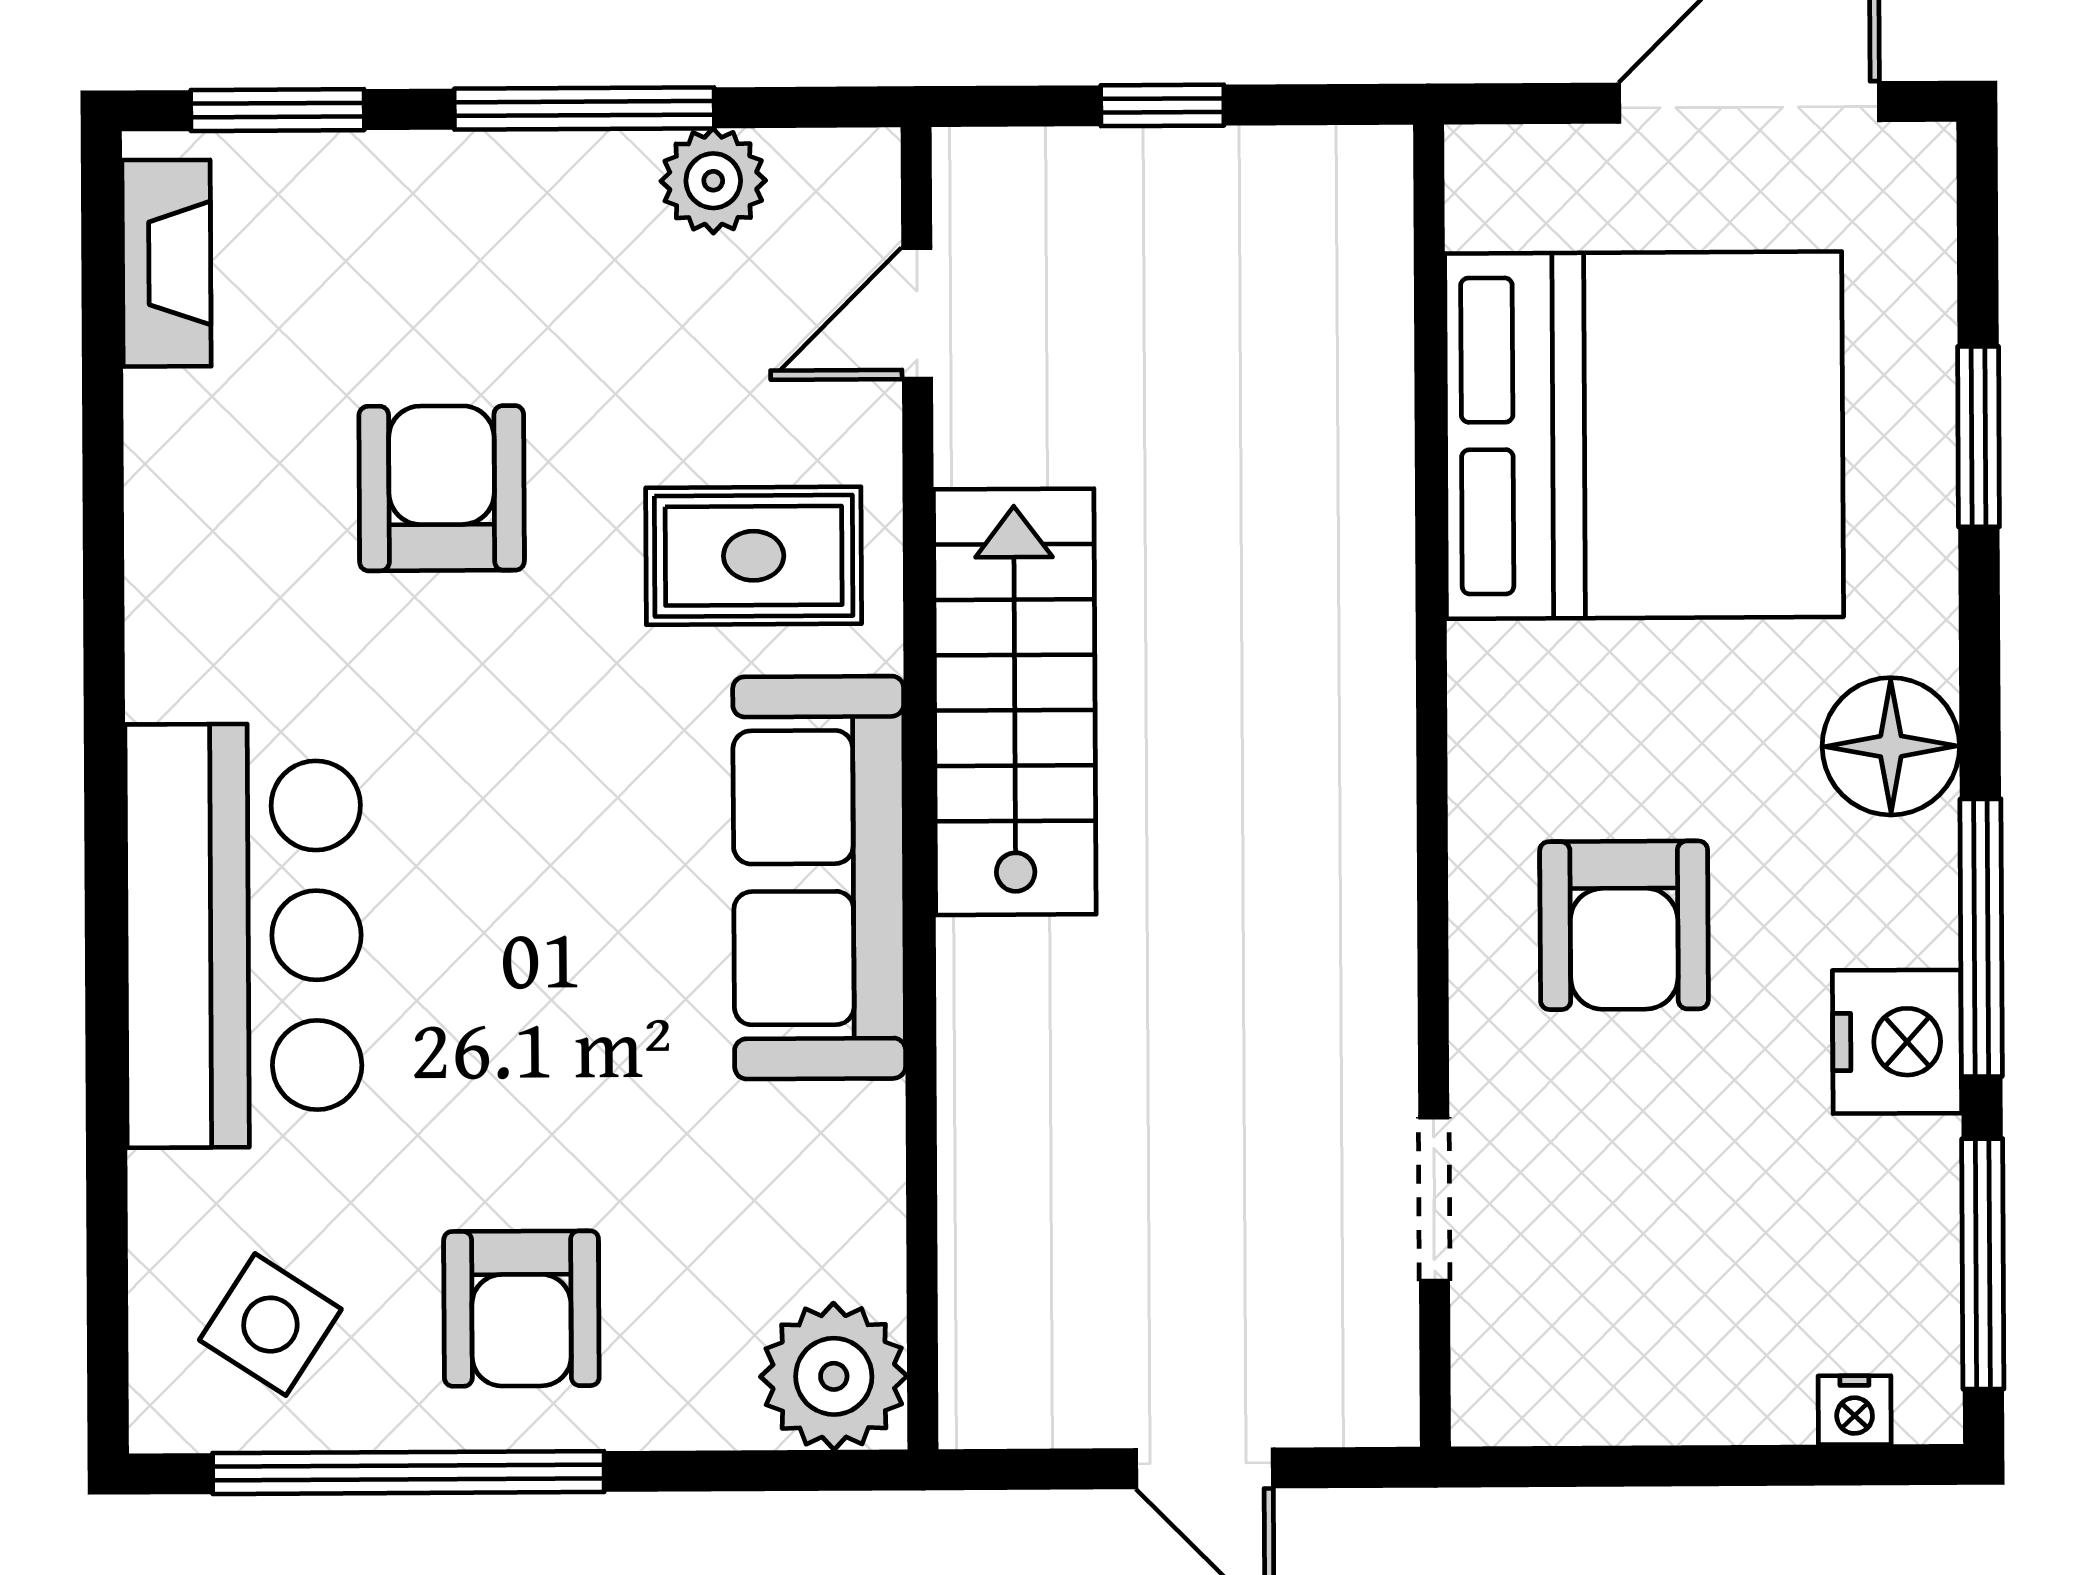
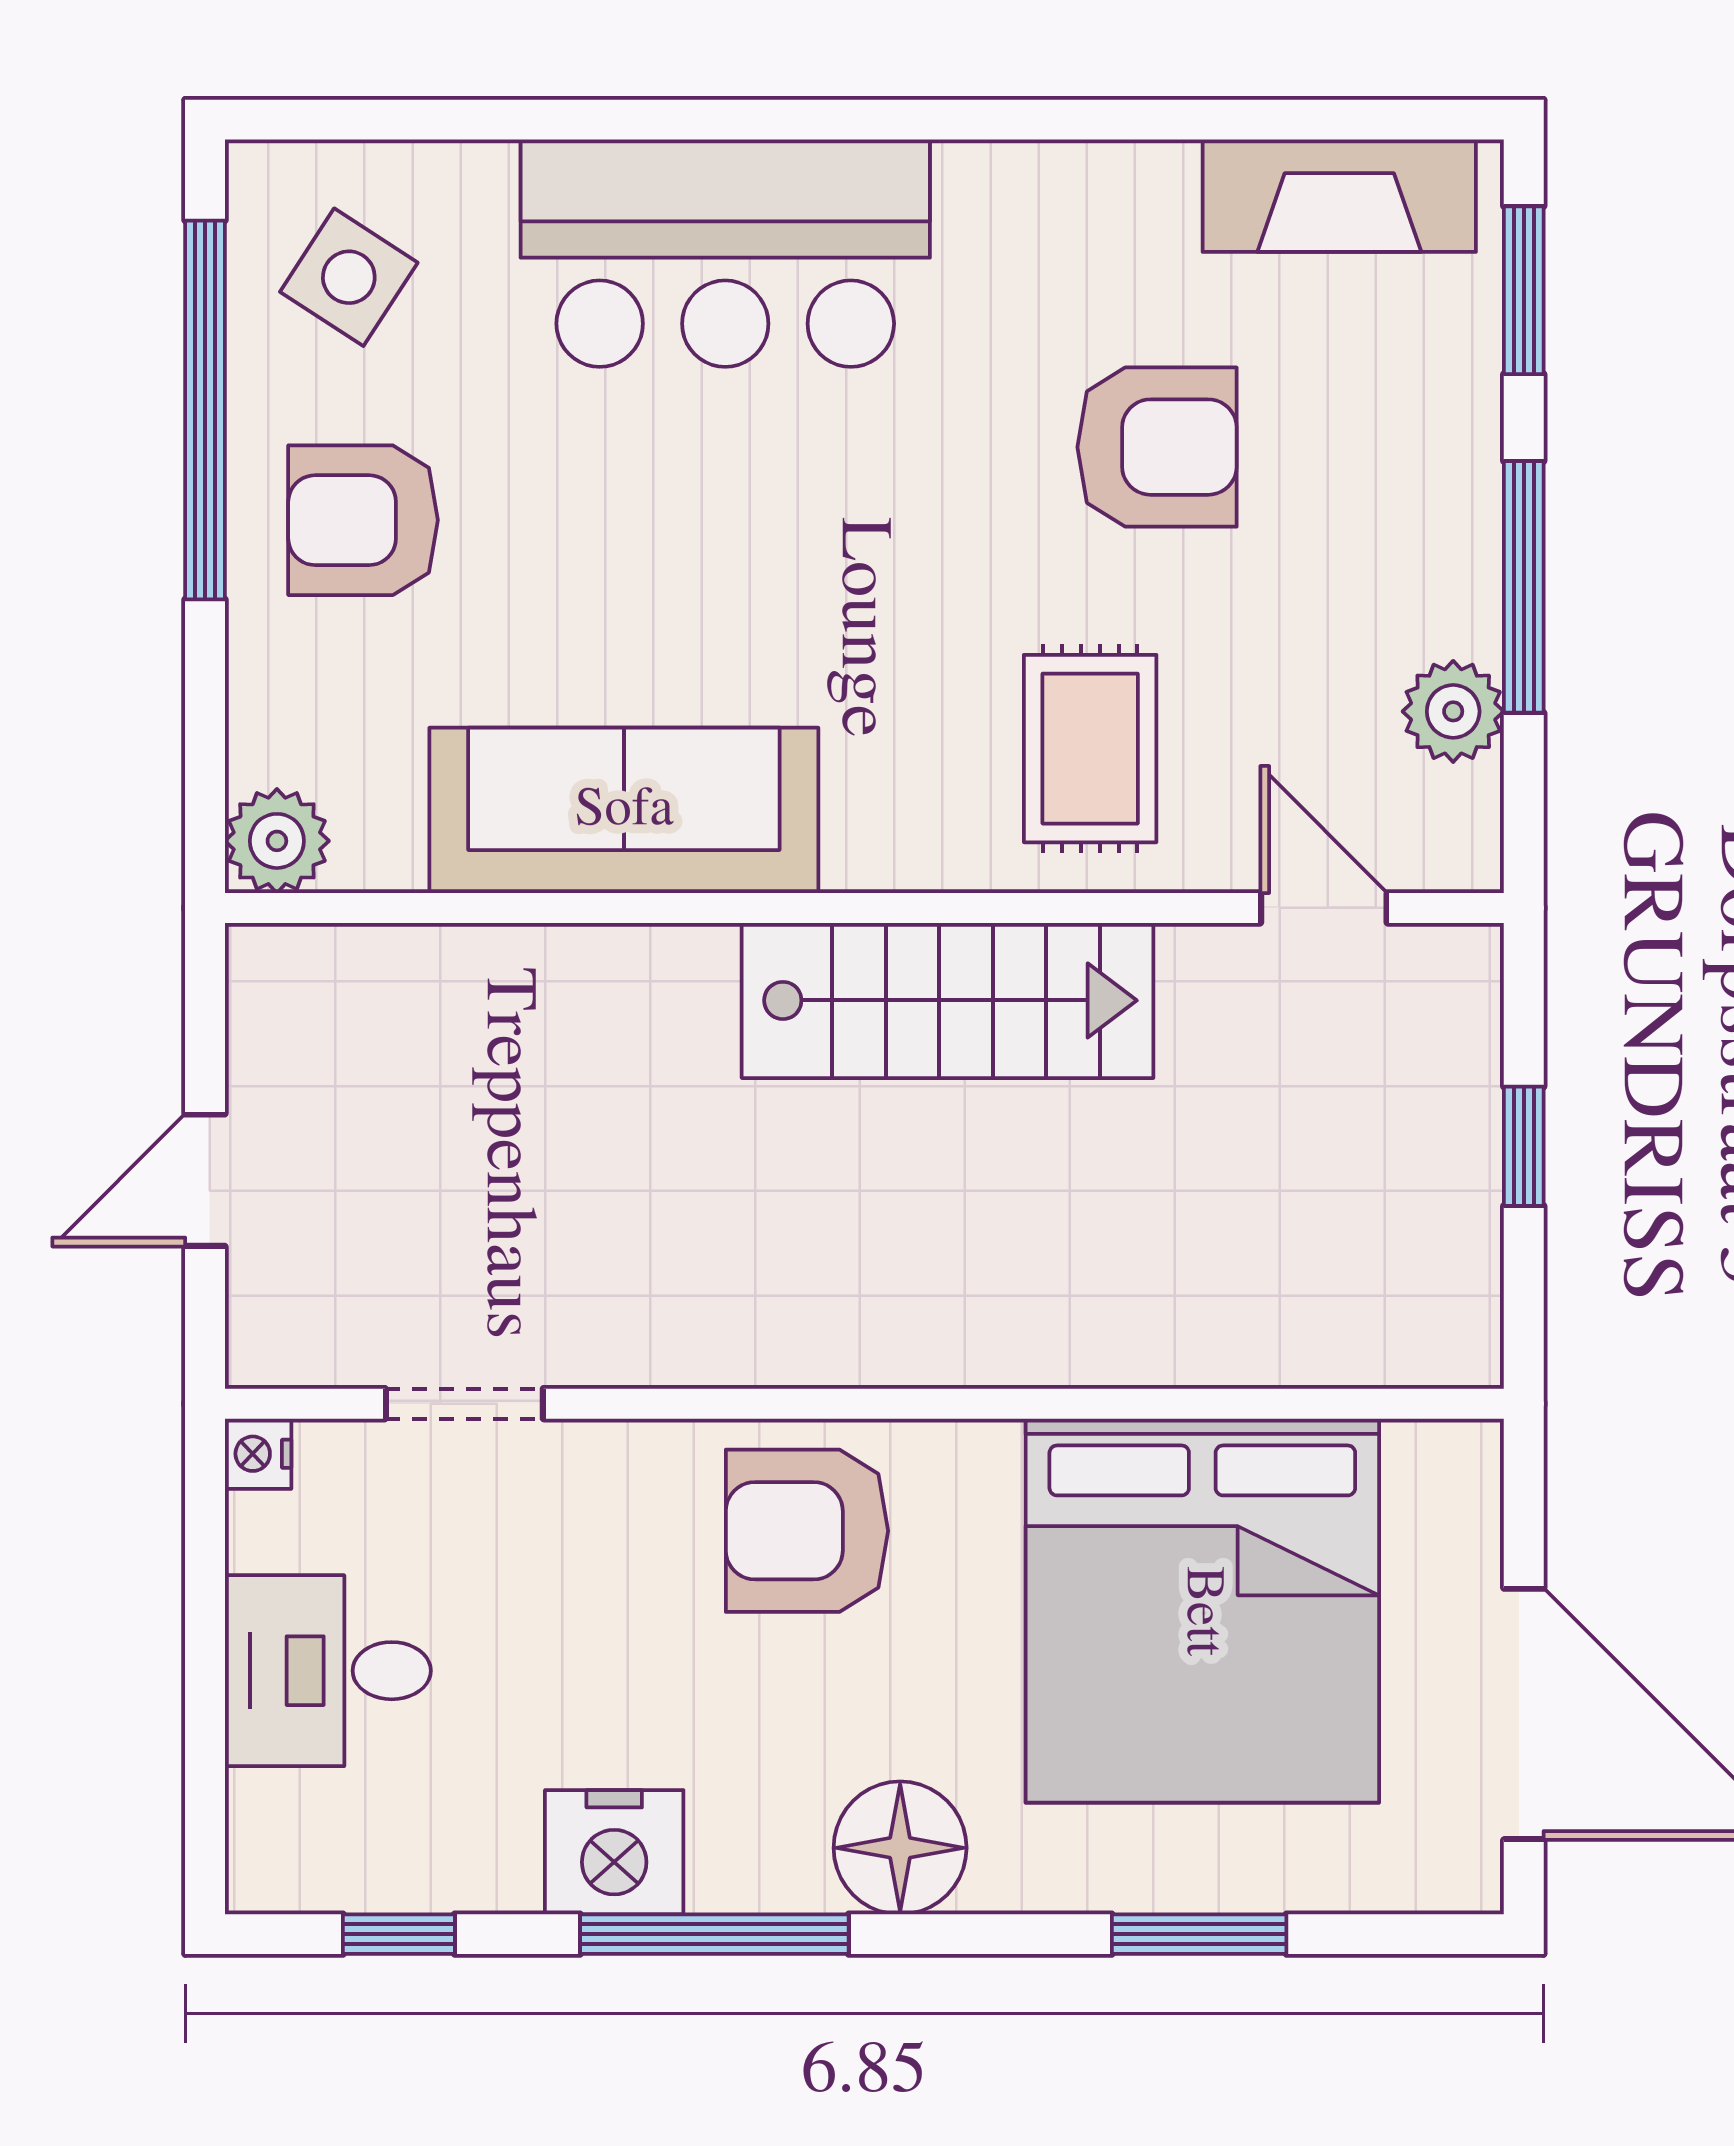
fireplace: (167, 263) -> (1339, 196), width x1.37, depth x1.32
sofa: (819, 878) -> (624, 810), moved
armchair: (1624, 925) -> (807, 1531), moved
window: (1983, 1264) -> (399, 1934), width x0.46
desk: (1711, 1339) -> (328, 1671), added
plant: (834, 1376) -> (277, 841), width x0.73, depth x0.73
nightstand: (1855, 1410) -> (258, 1454), moved

